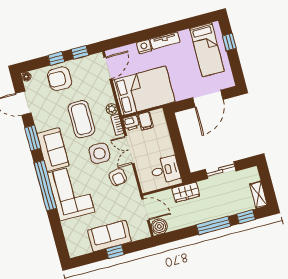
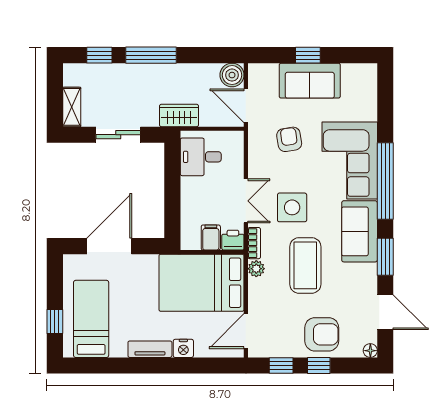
armchair: (118, 177) -> (289, 139), moved
shelving: (259, 195) -> (72, 107), moved

